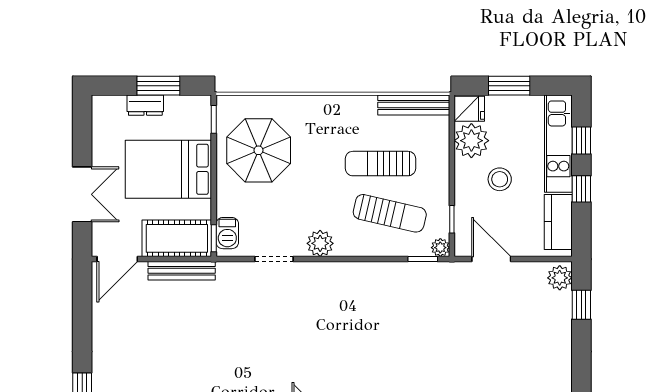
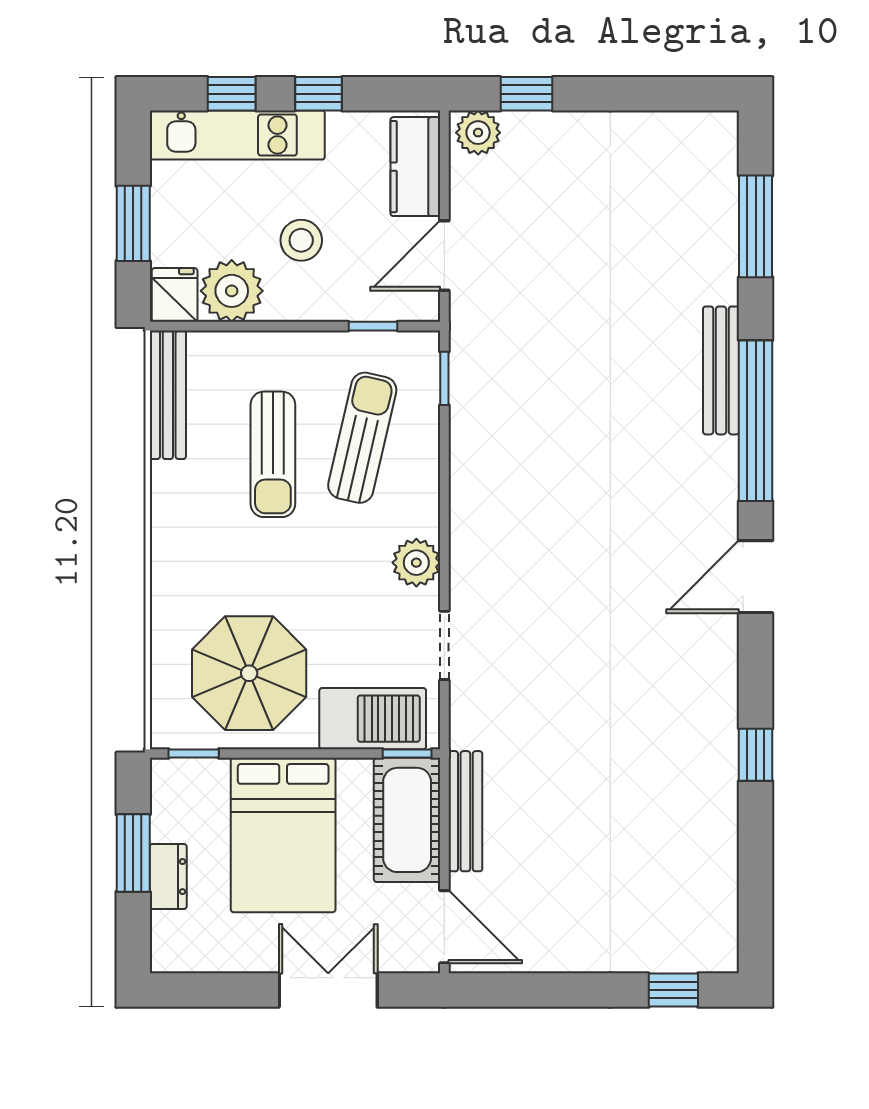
kitchen counter: (558, 222) -> (415, 167), moved, turned 90
barbecue: (227, 233) -> (373, 719), width x1.88, depth x1.53
plant: (440, 248) -> (424, 347), removed

